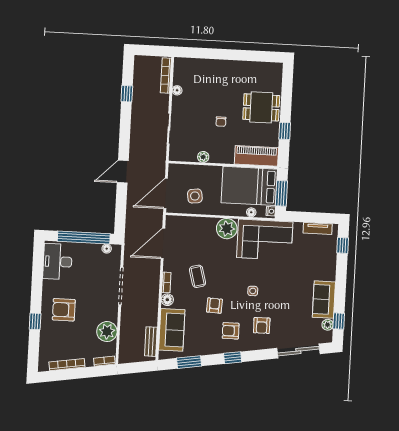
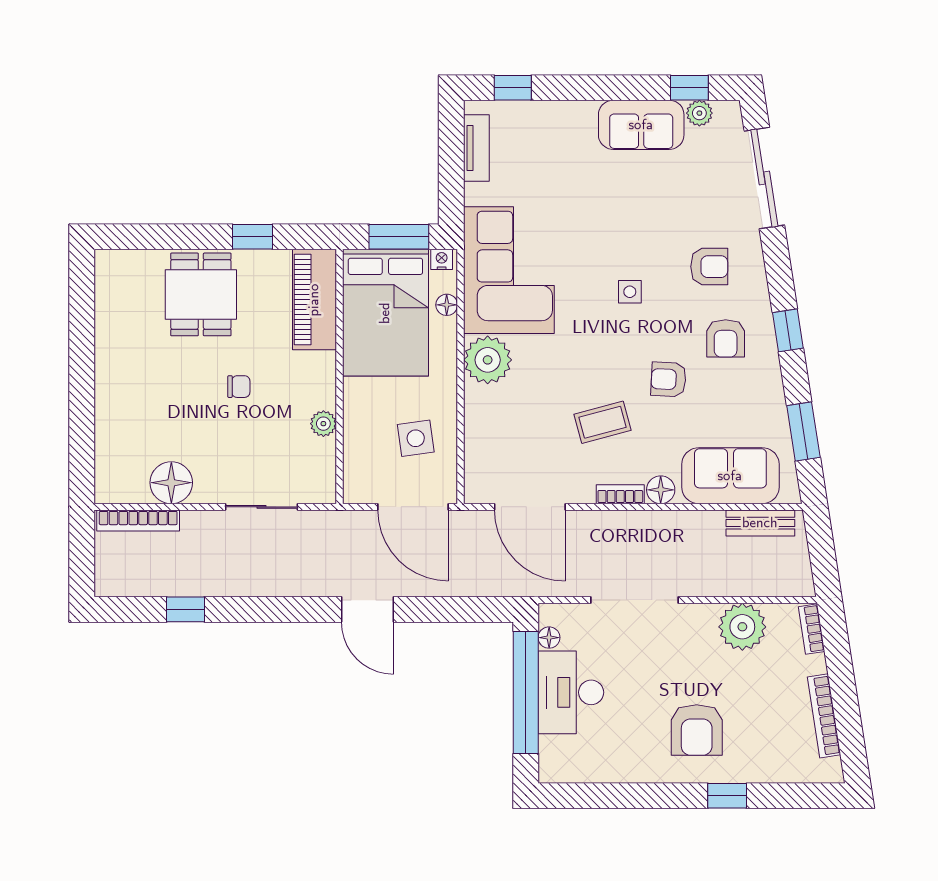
floor lamp: (177, 90) -> (171, 483), width x1.89, depth x1.89
desk: (57, 262) -> (571, 692), moved, turned 90

